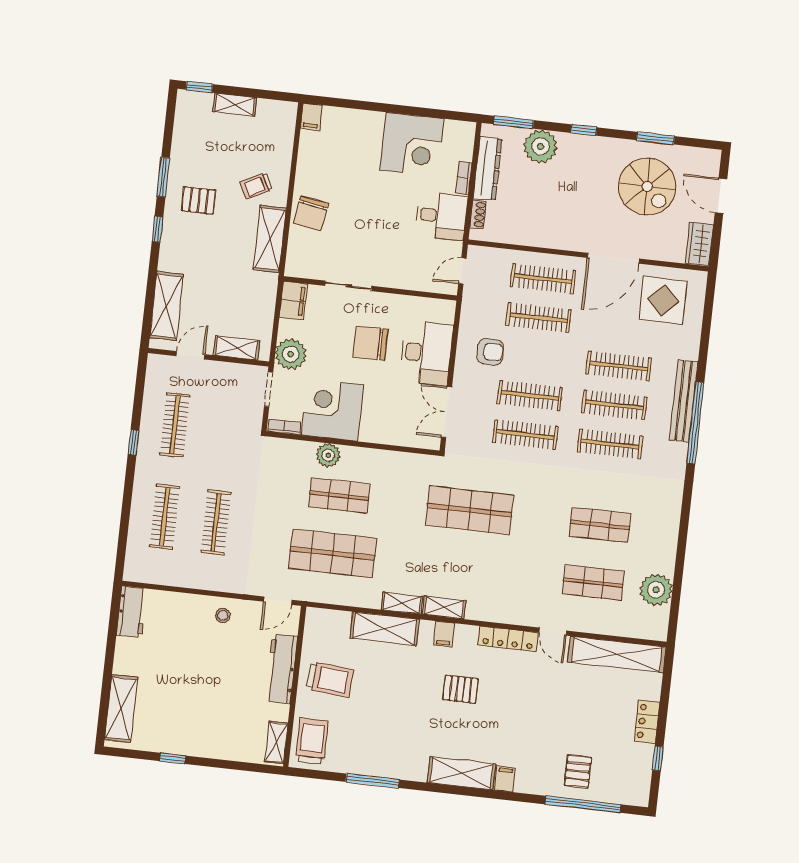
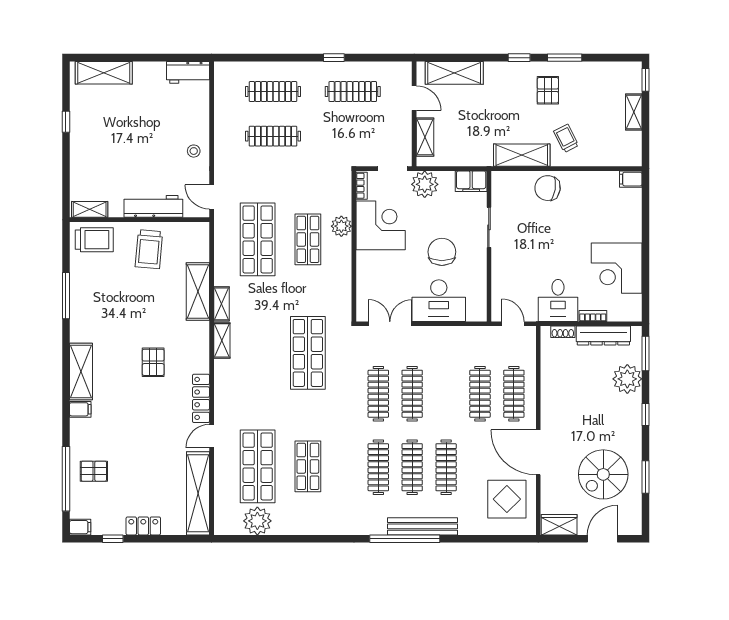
armchair: (490, 352) -> (446, 355), removed
shop shelf: (593, 583) -> (258, 466), width x1.43, depth x1.36
filing cabinet: (444, 634) -> (80, 527), moved, turned 180

